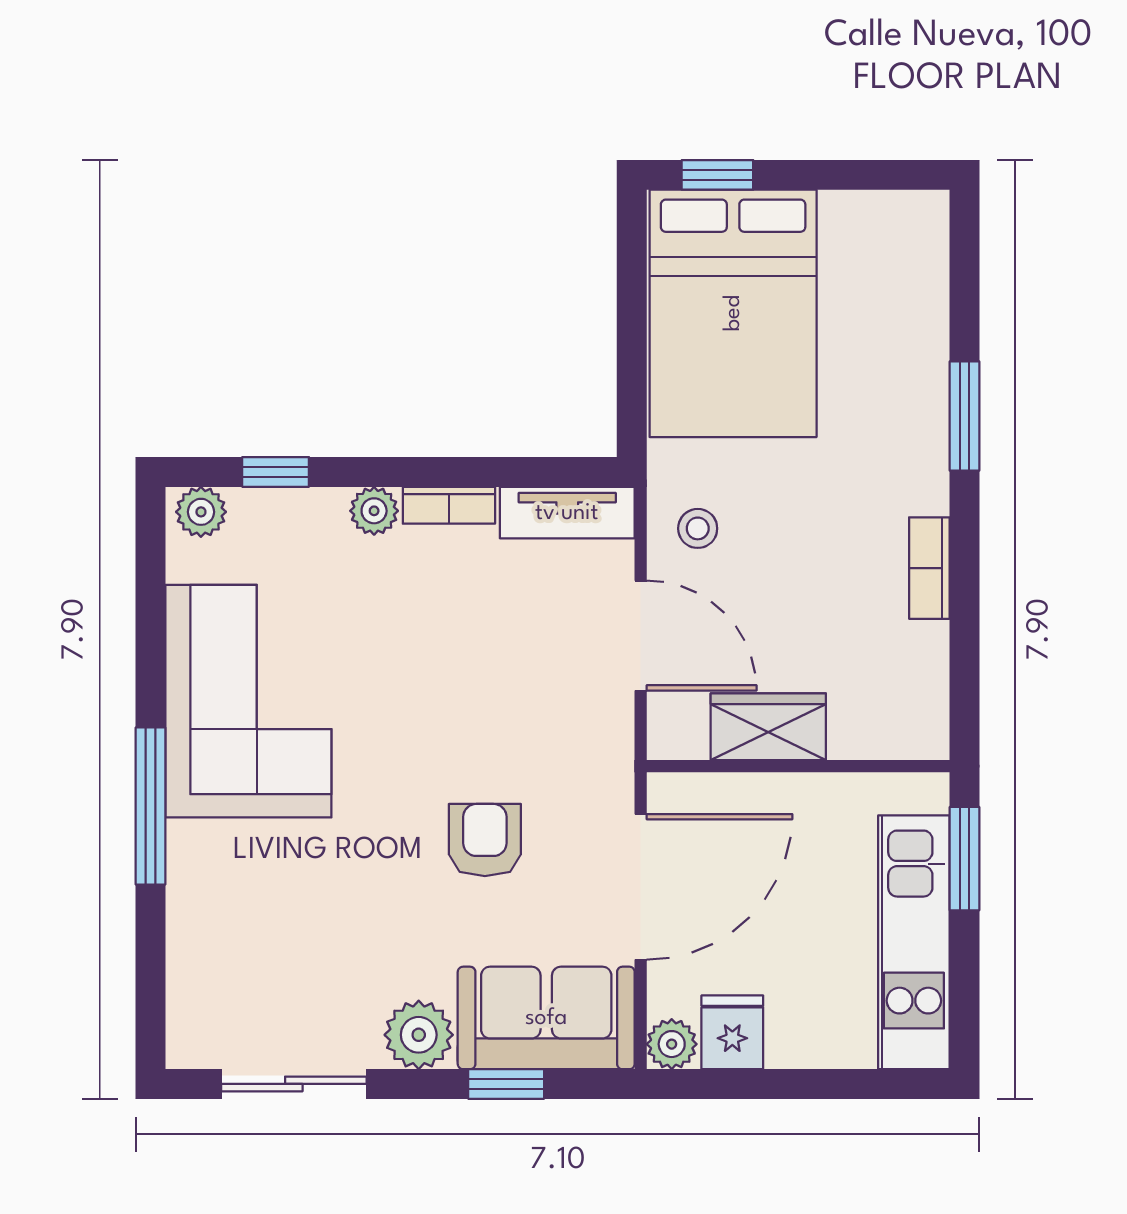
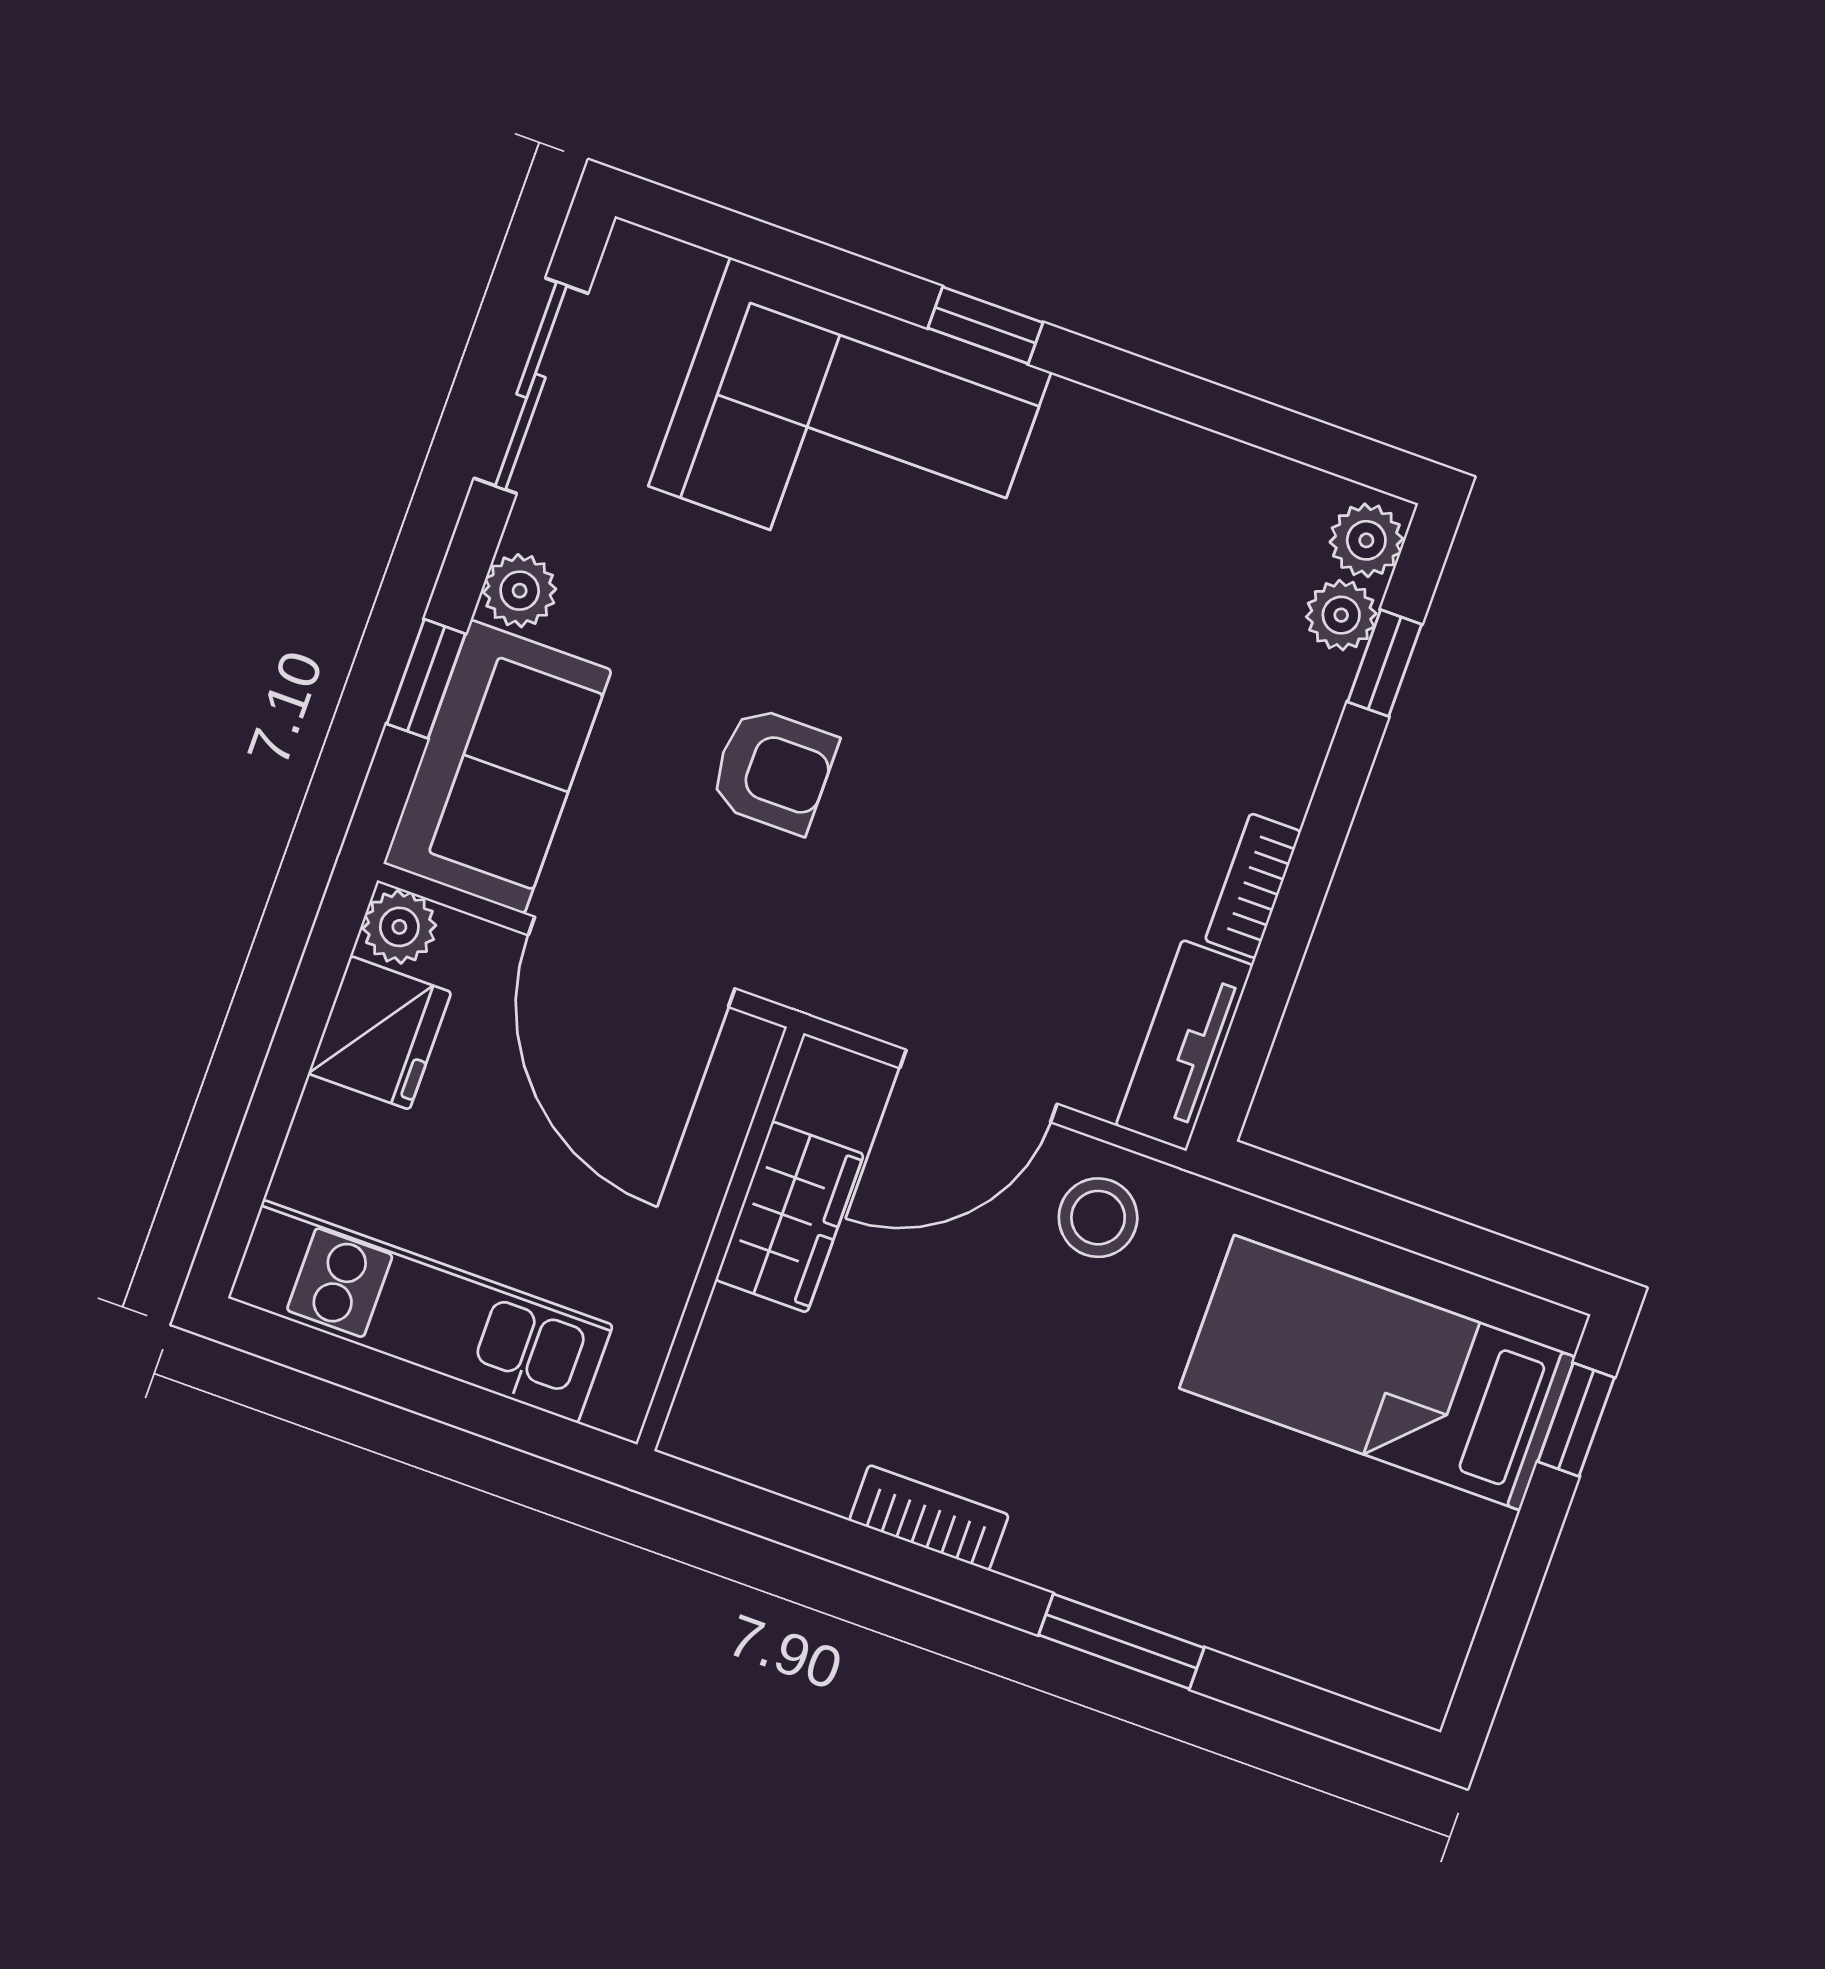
bed: (733, 313) -> (1377, 1373), width x0.67
plant: (374, 511) -> (1341, 615), moved
stool: (698, 528) -> (1098, 1218), width x1.37, depth x1.37
corner sofa: (248, 701) -> (850, 429), moved
window: (150, 806) -> (985, 325), width x0.46
window: (965, 859) -> (511, 1423), removed
fridge: (732, 1032) -> (380, 1033), width x1.38
plant: (419, 1035) -> (520, 591), width x0.73, depth x0.73

